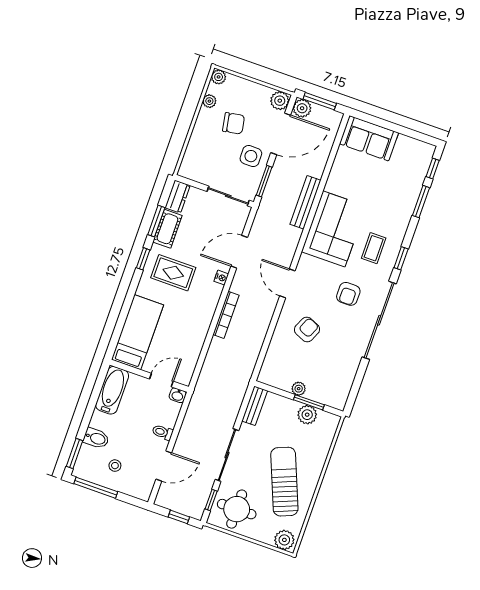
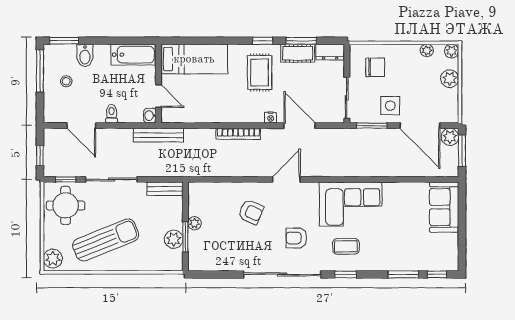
plant: (280, 101) -> (450, 79), moved
chair: (234, 123) -> (375, 67), moved, turned -80
bench: (305, 202) -> (158, 135), moved

